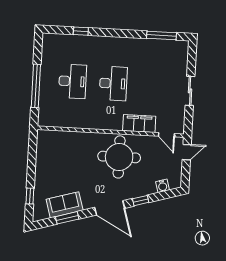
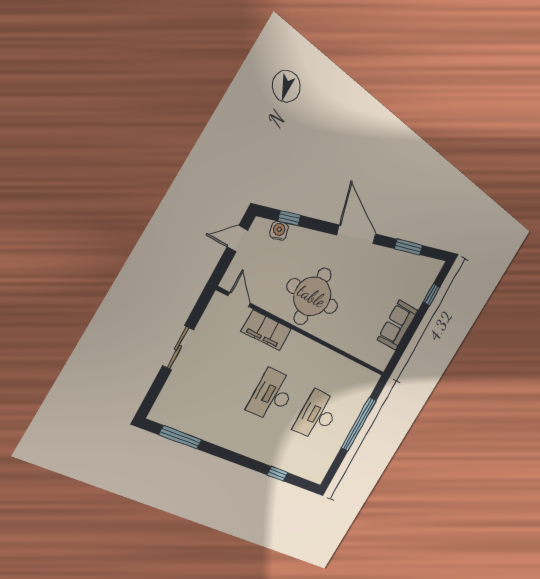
door: (187, 152) -> (237, 239), moved
window: (141, 201) -> (289, 218), moved
sofa: (65, 205) -> (398, 325), moved, turned 106

